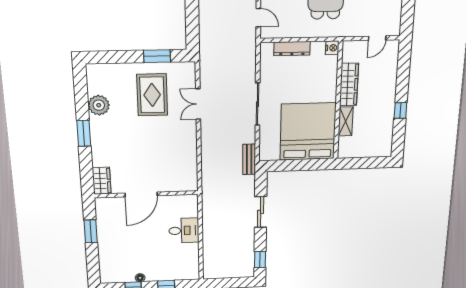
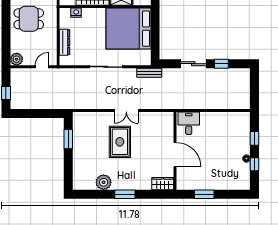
nightstand: (332, 48) -> (76, 13), moved
rug: (152, 95) -> (120, 142), moved, turned 90
double door: (198, 104) -> (126, 110), moved
desk: (184, 231) -> (189, 123), moved
window: (260, 260) -> (221, 64), moved

